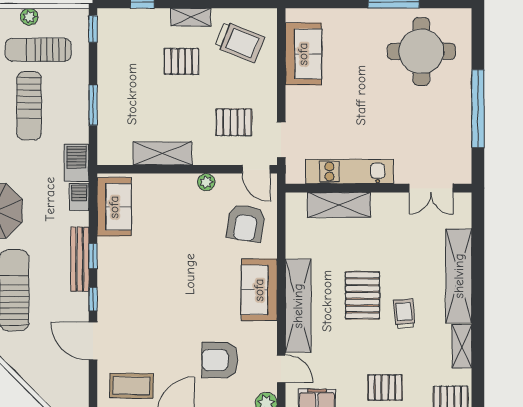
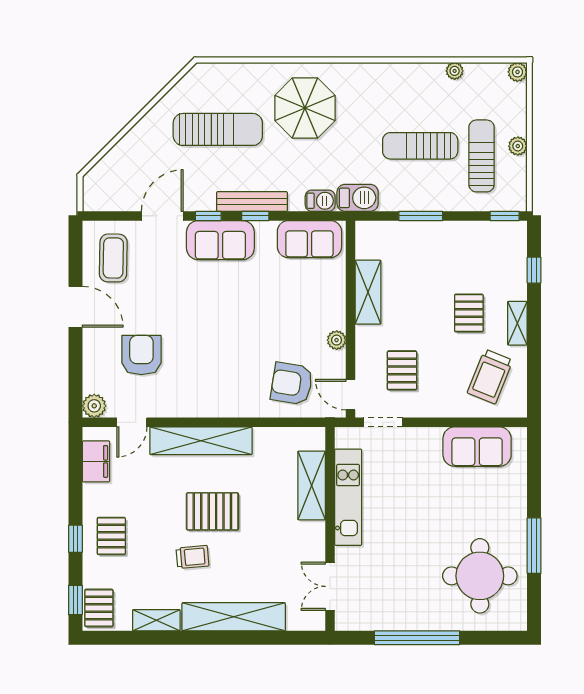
door: (256, 169) -> (351, 395), hinge flipped
sofa: (259, 290) -> (220, 240), moved, turned 180

